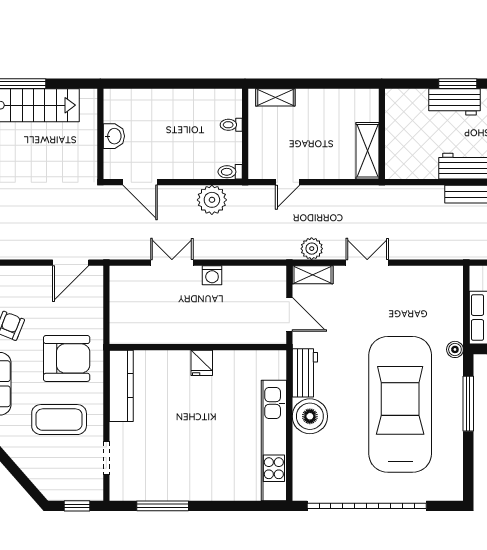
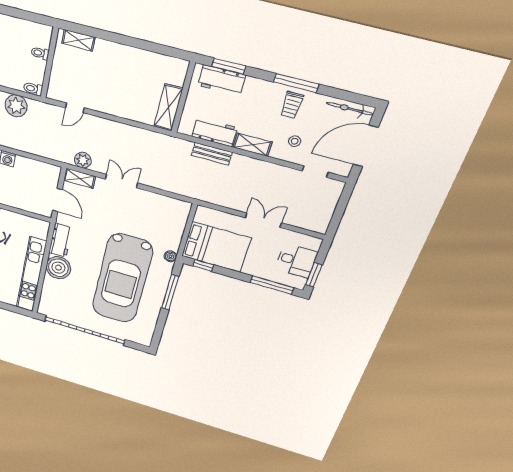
wall: (382, 134) -> (183, 97), moved
shelving: (367, 151) -> (168, 107), moved
car: (400, 404) -> (122, 279), turned 180

